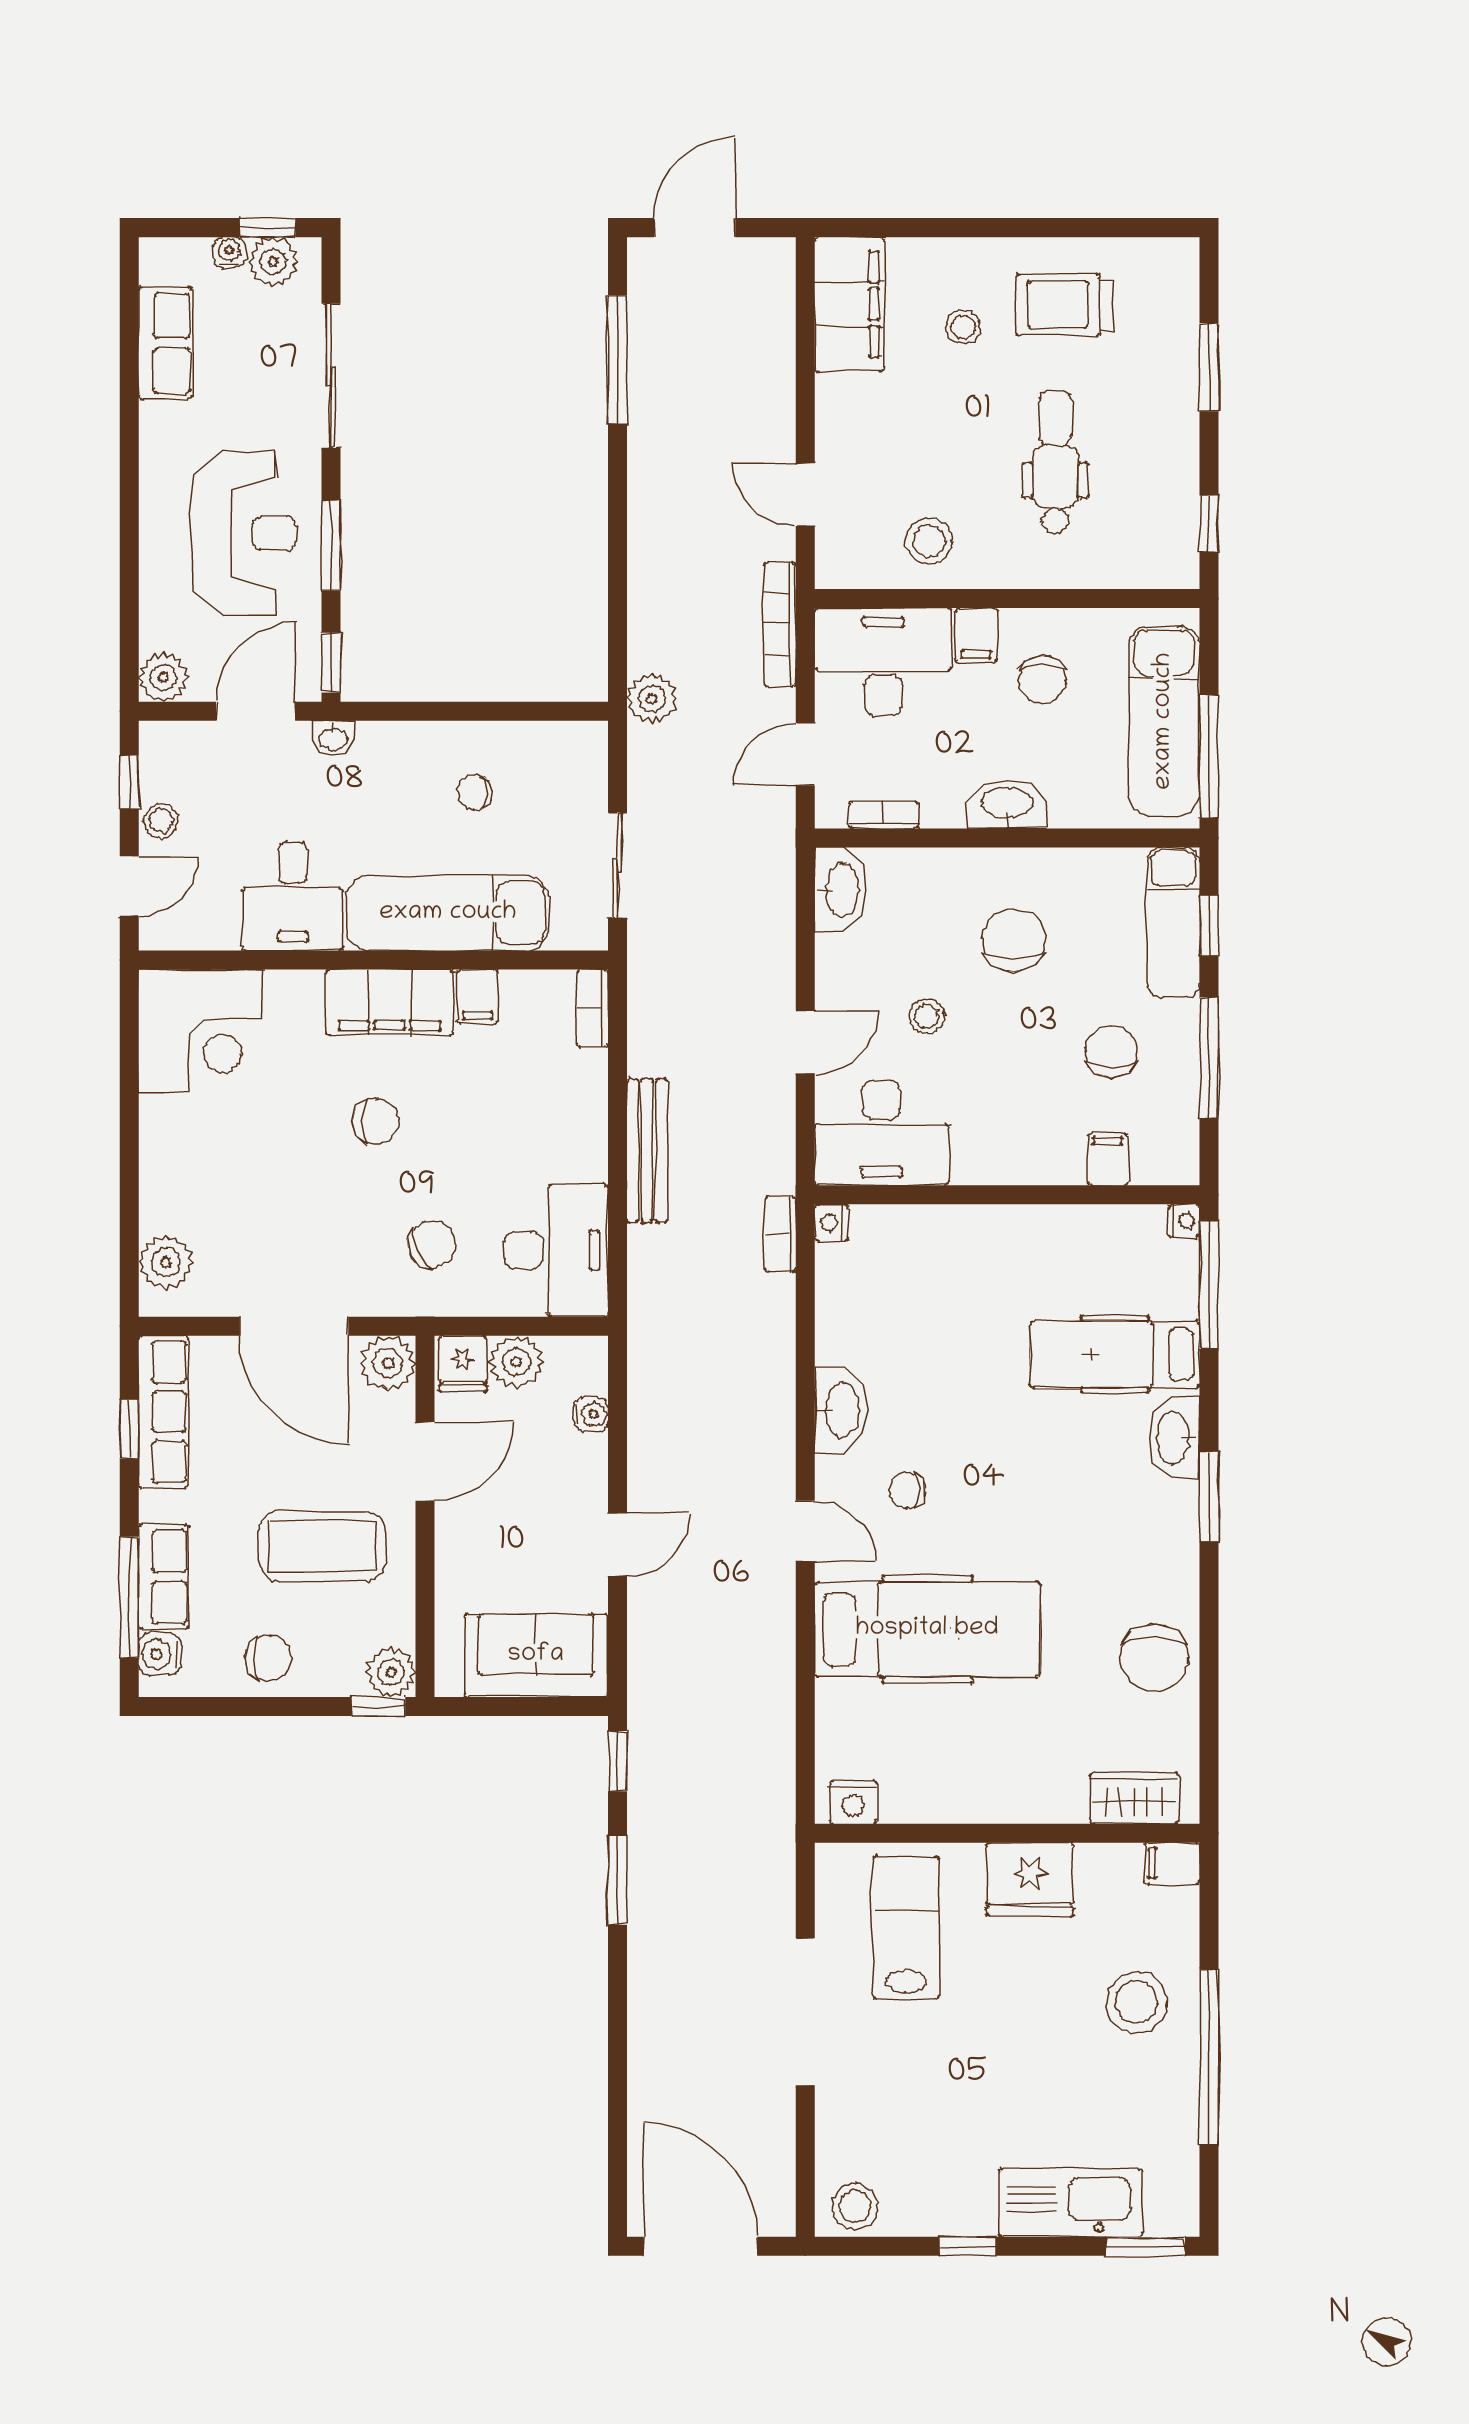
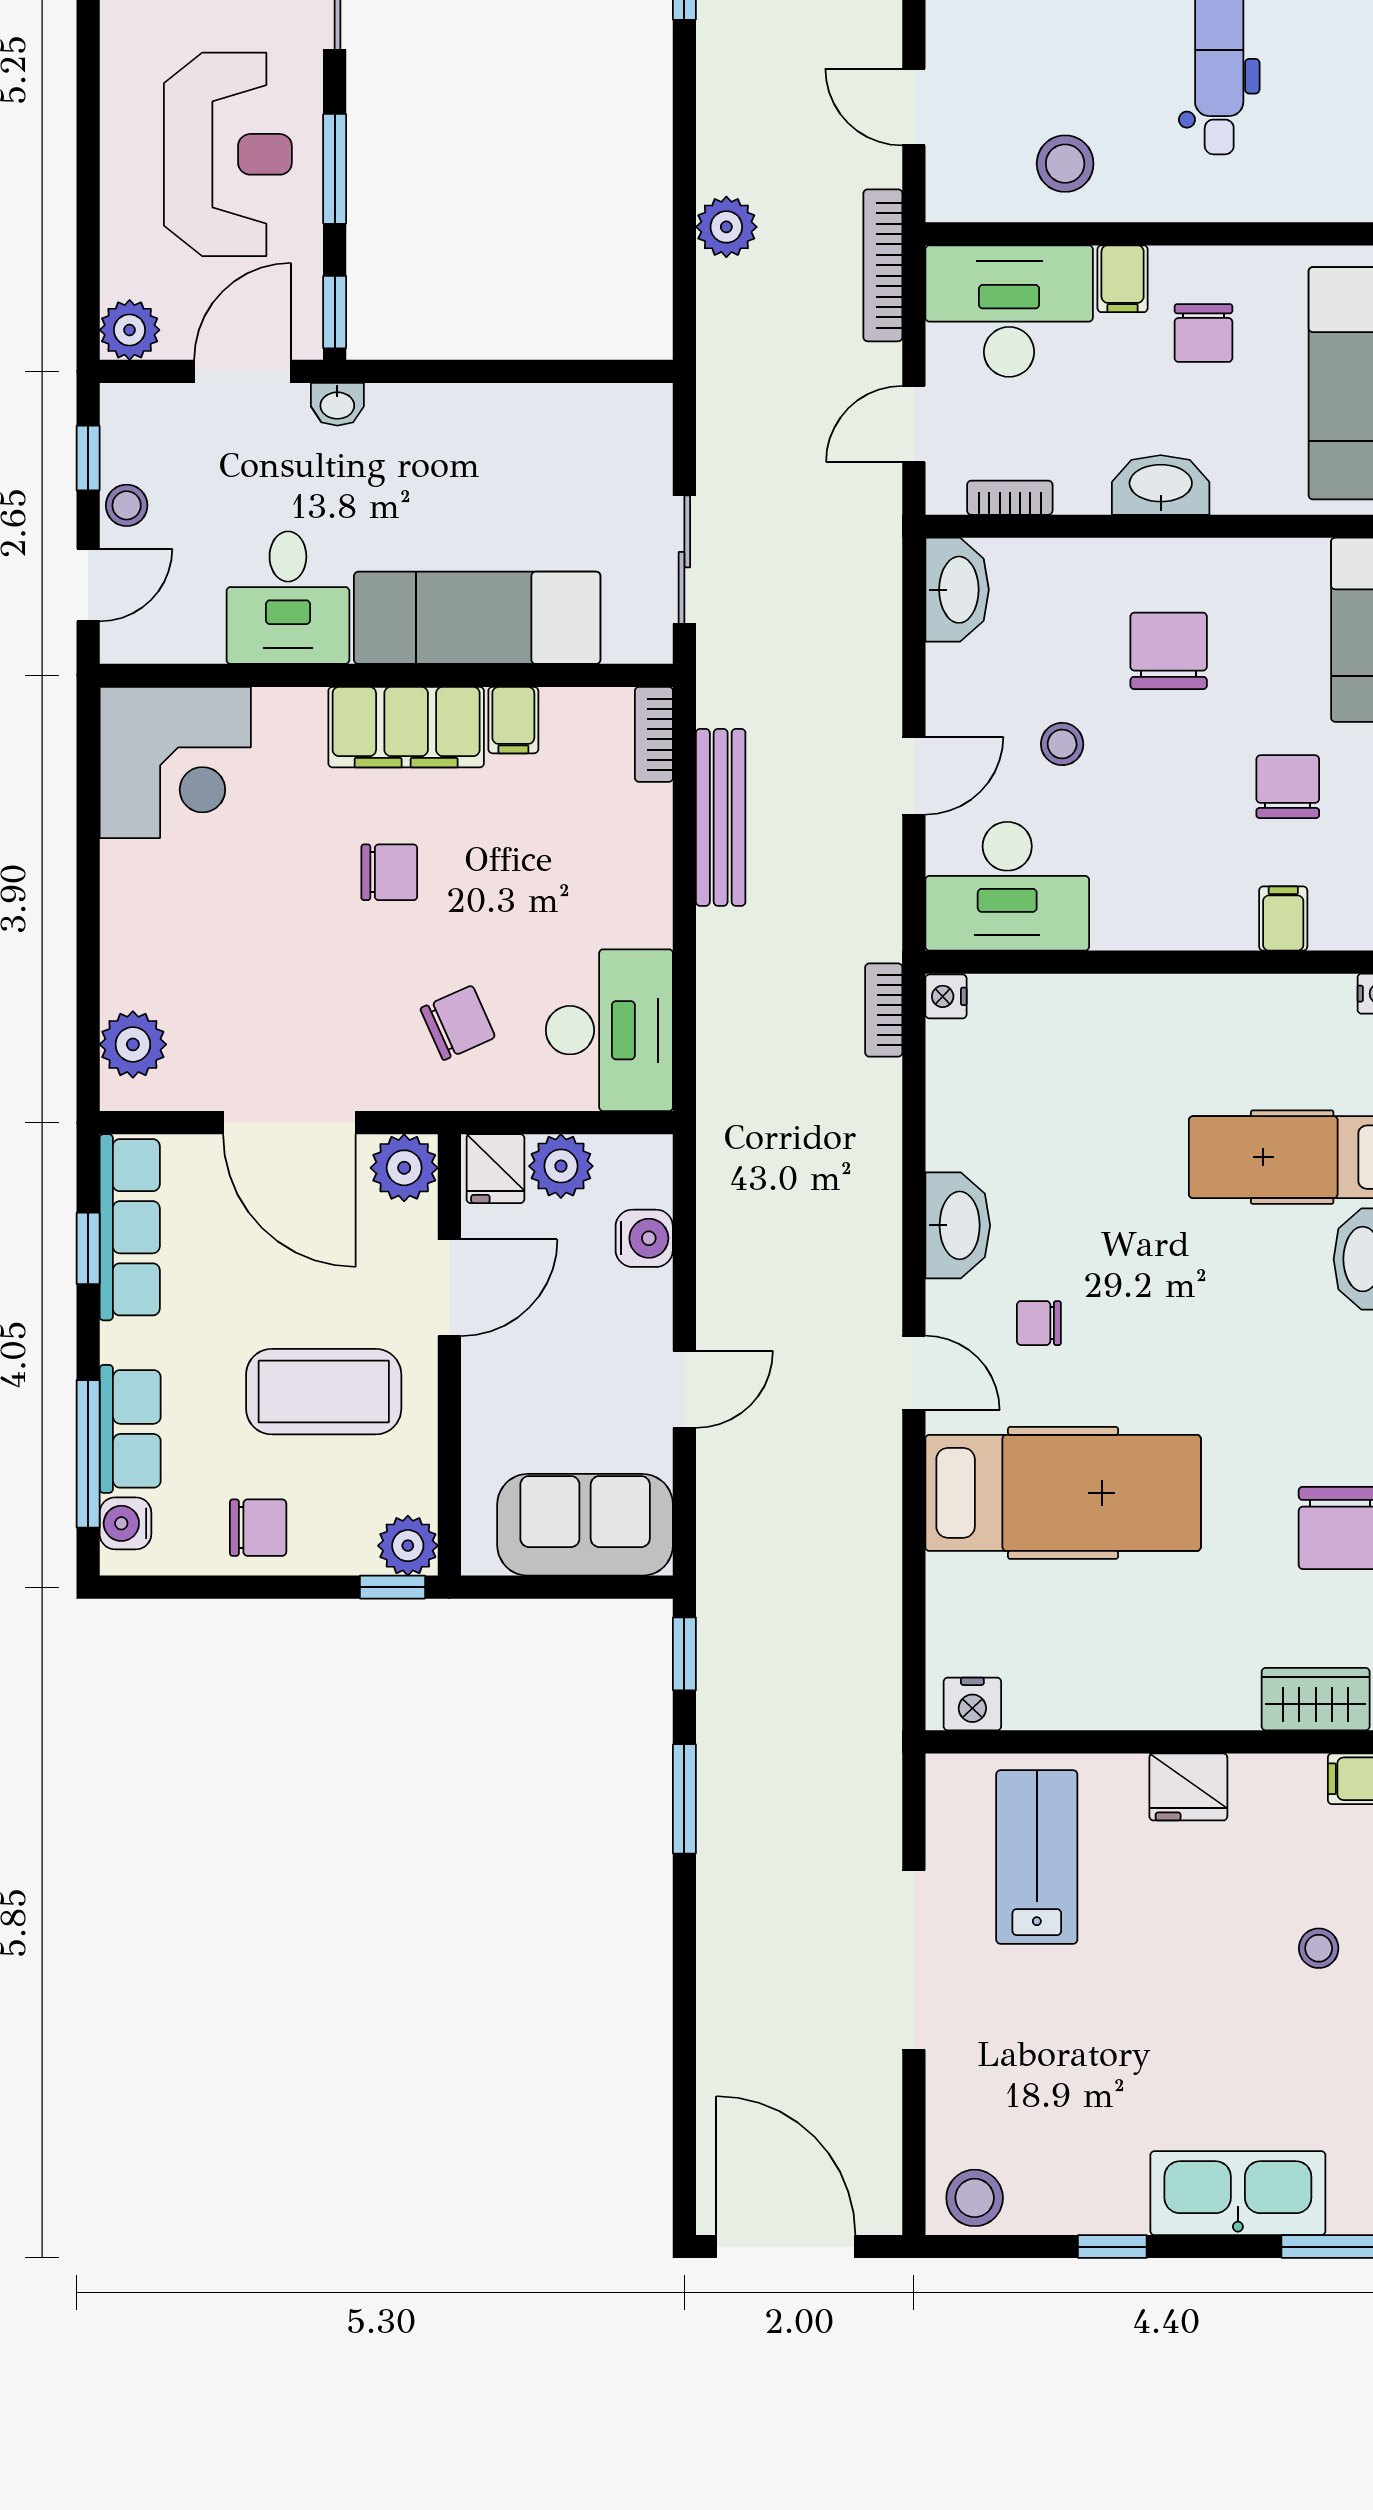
plant: (652, 699) -> (726, 227), moved
chair: (475, 792) -> (511, 470), removed
bench: (647, 1150) -> (721, 817), moved
water cooler: (591, 1414) -> (644, 1238), width x1.38, depth x1.38
fridge: (1030, 1879) -> (1188, 1787), width x0.73, depth x0.75
stool: (1137, 2002) -> (1319, 1948), width x0.53, depth x0.53

